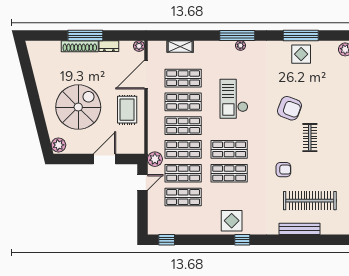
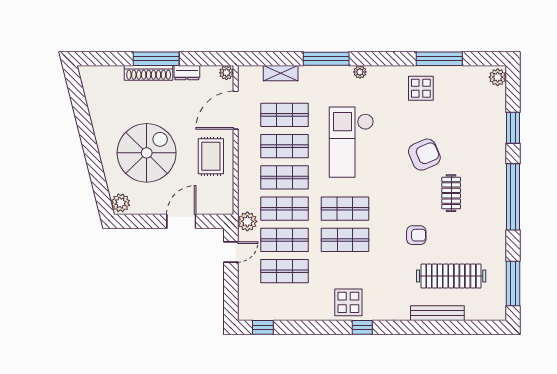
window: (237, 35) -> (326, 59), moved
display table: (301, 54) -> (421, 88), moved
checkout: (234, 99) -> (351, 142), width x1.36, depth x1.21
armchair: (290, 108) -> (424, 155), turned -44

